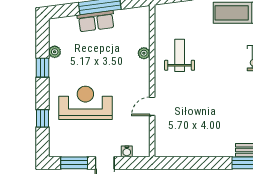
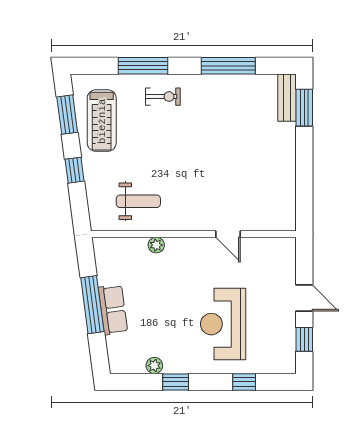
weight bench: (180, 55) -> (138, 201), moved, turned 180
water cooler: (127, 151) -> (289, 268), removed
window: (74, 163) -> (304, 339), width x0.67

